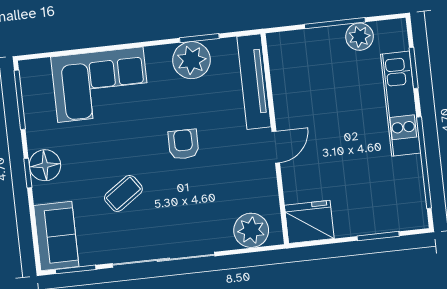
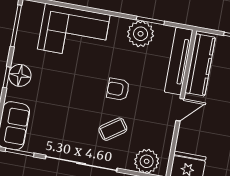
kitchen counter: (285, 78) -> (200, 65), added
armchair: (183, 144) -> (118, 89), turned -90
coffee table: (123, 193) -> (113, 129), moved

